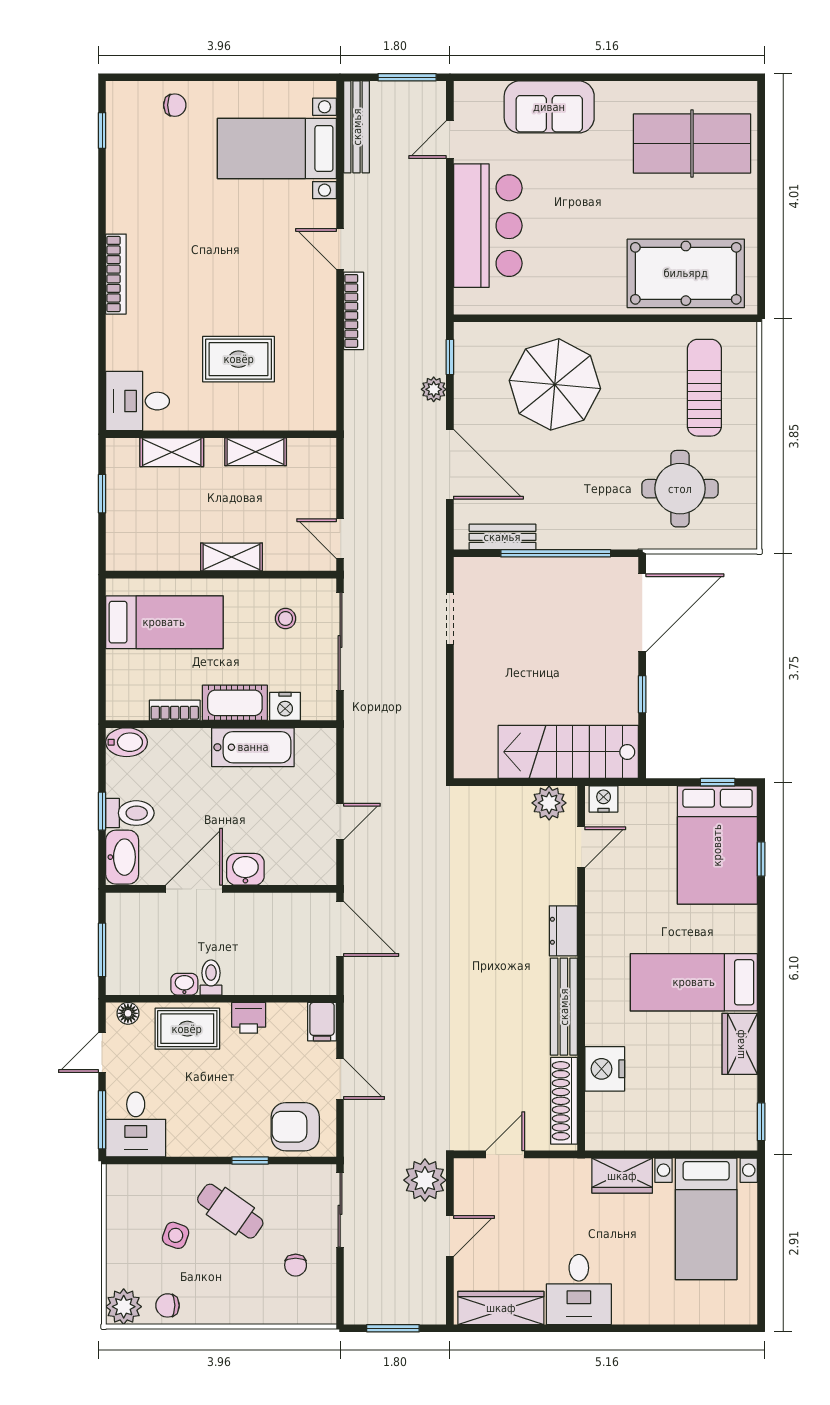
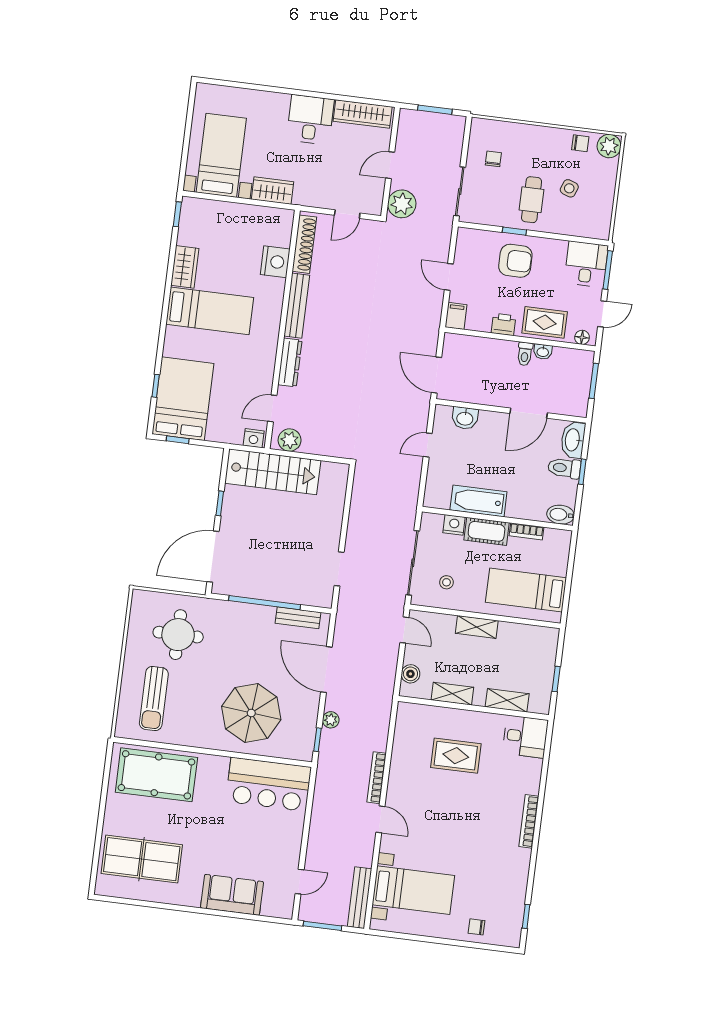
bar counter: (488, 226) -> (269, 784), moved, turned -90
boiler: (322, 474) -> (410, 674), added
washbasin: (245, 869) -> (465, 418), moved
dresser: (563, 931) -> (290, 362), width x1.44
armchair: (295, 1127) -> (515, 261), moved
cafe table: (230, 1211) -> (532, 200), turned 55

